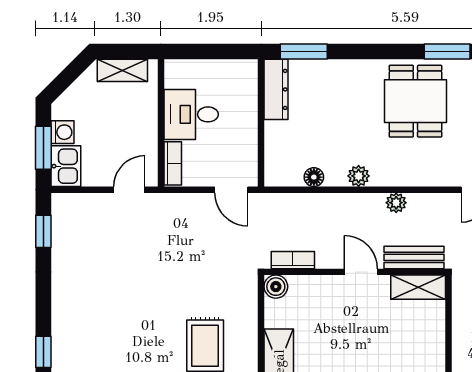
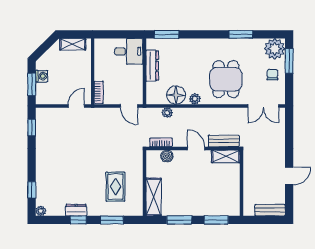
dresser: (276, 89) -> (152, 66), moved
dining table: (415, 101) -> (226, 79), moved
desk: (191, 114) -> (129, 51), moved, turned 180
kitchen sink: (66, 166) -> (43, 94), removed
floor lamp: (314, 177) -> (176, 95), width x1.89, depth x1.89
plant: (396, 203) -> (167, 113), moved
boiler: (276, 287) -> (167, 156), moved

